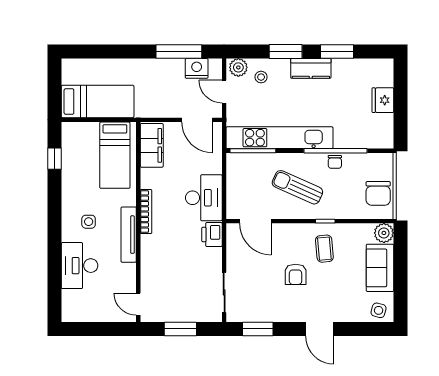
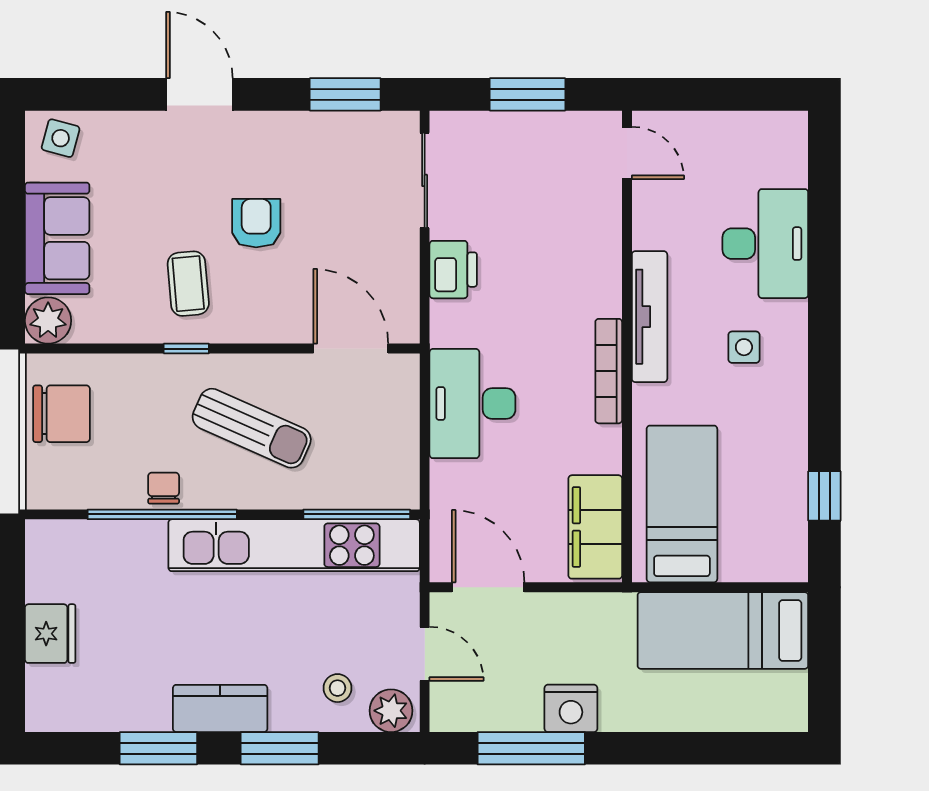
nightstand: (197, 68) -> (571, 708), moved
chair: (378, 193) -> (61, 414), turned 90
printer: (212, 235) -> (453, 270), moved

